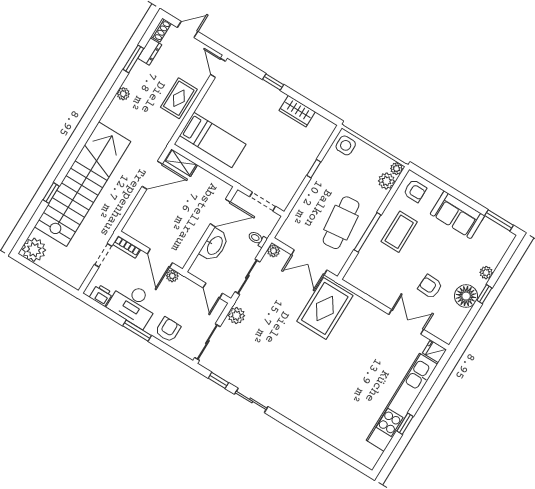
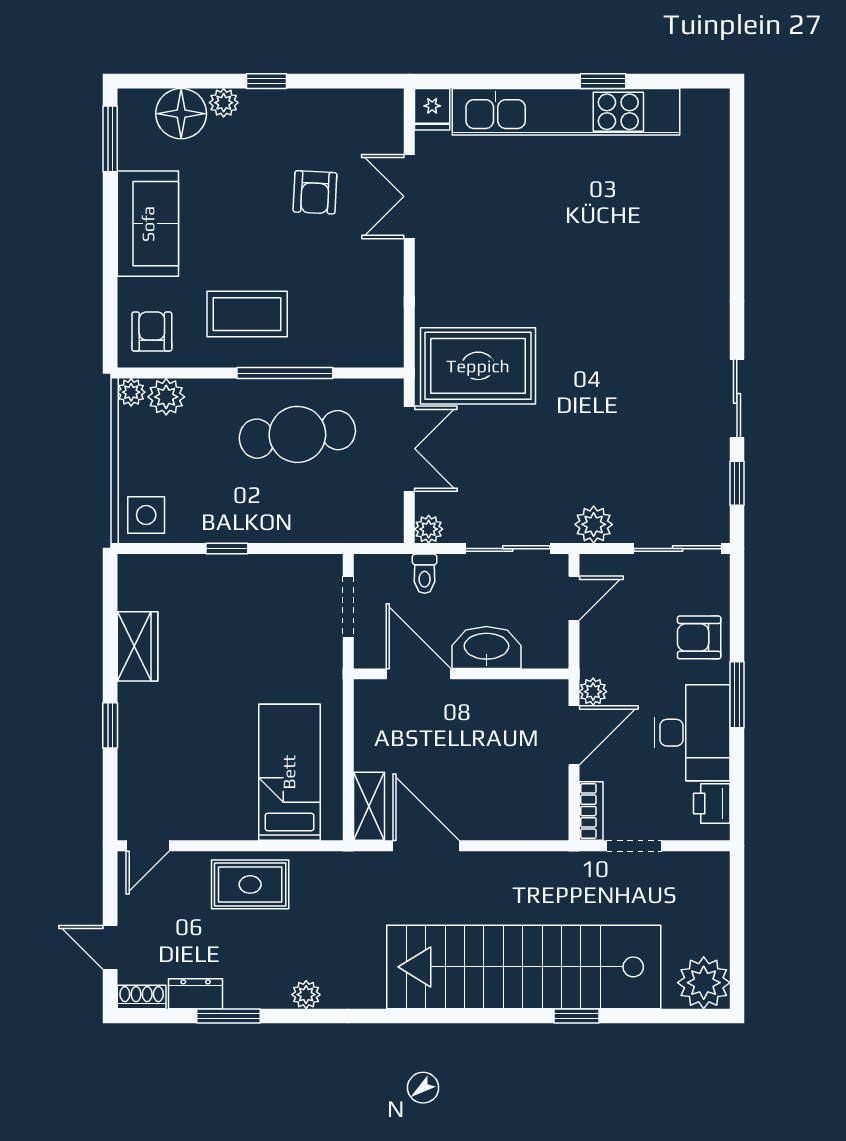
floor lamp: (466, 296) -> (181, 114), moved

